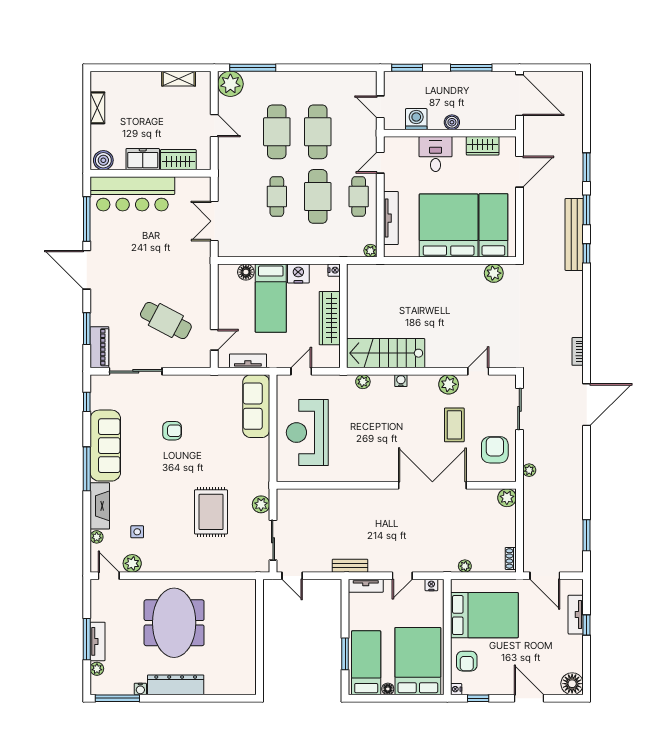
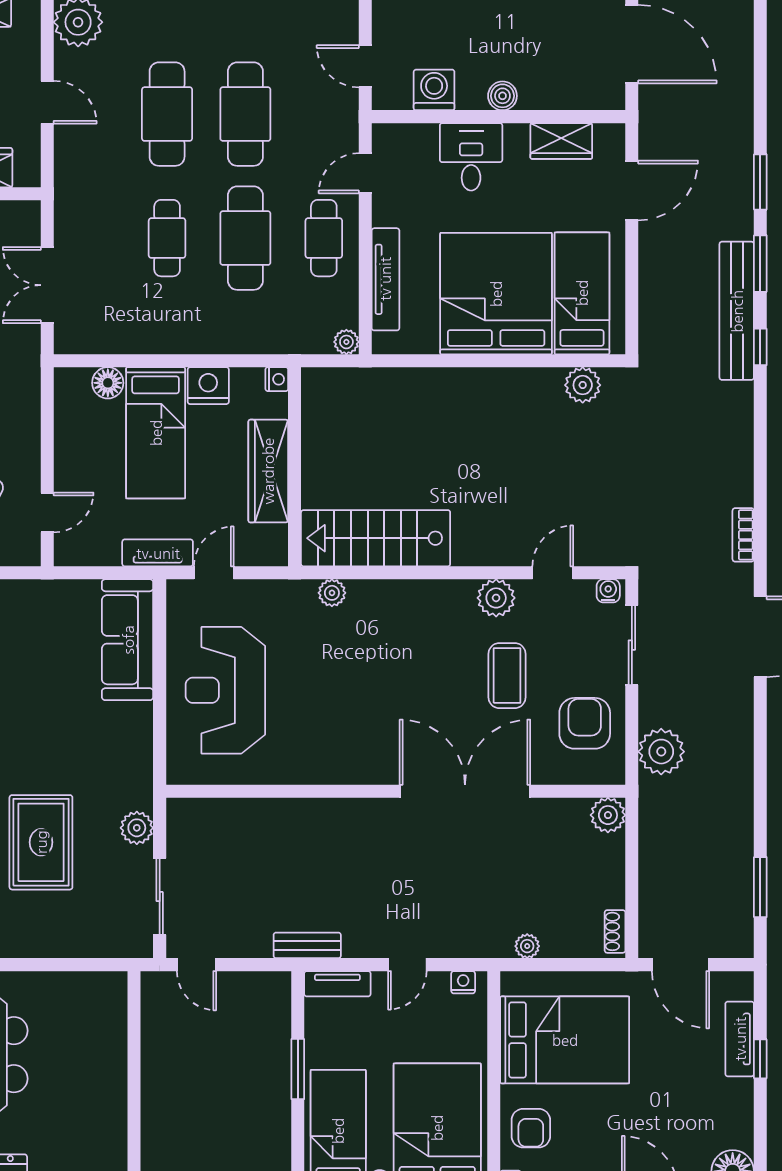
tv unit: (248, 361) -> (158, 553), moved
water cooler: (401, 381) -> (608, 591), moved
plant: (529, 470) -> (661, 752), width x1.87, depth x1.87
window: (345, 654) -> (298, 1069), moved

